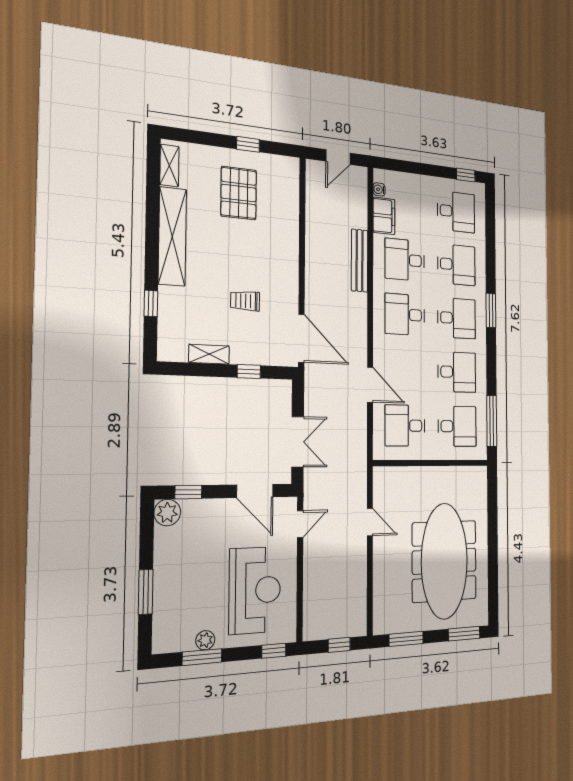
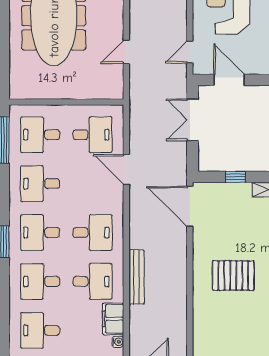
pallet: (239, 193) -> (233, 275), moved, turned 90
trolley: (245, 301) -> (239, 235), removed
door: (370, 522) -> (126, 52), hinge flipped

